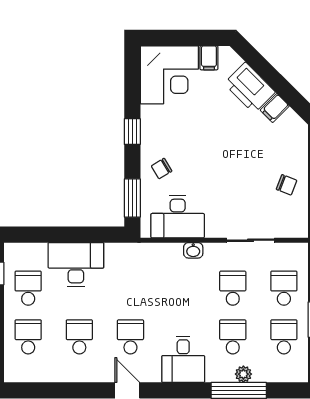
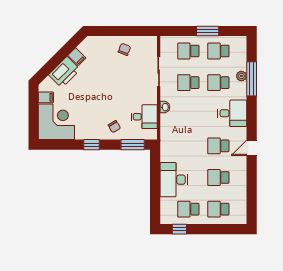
desk: (178, 217) -> (144, 117), width x0.73

